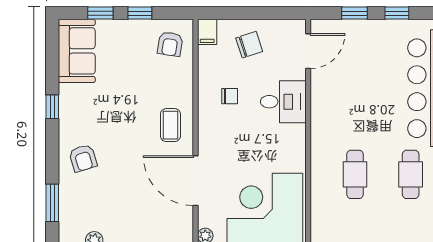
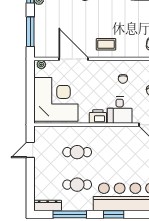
printer: (294, 139) -> (98, 117), added
door: (196, 181) -> (73, 59), hinge flipped

